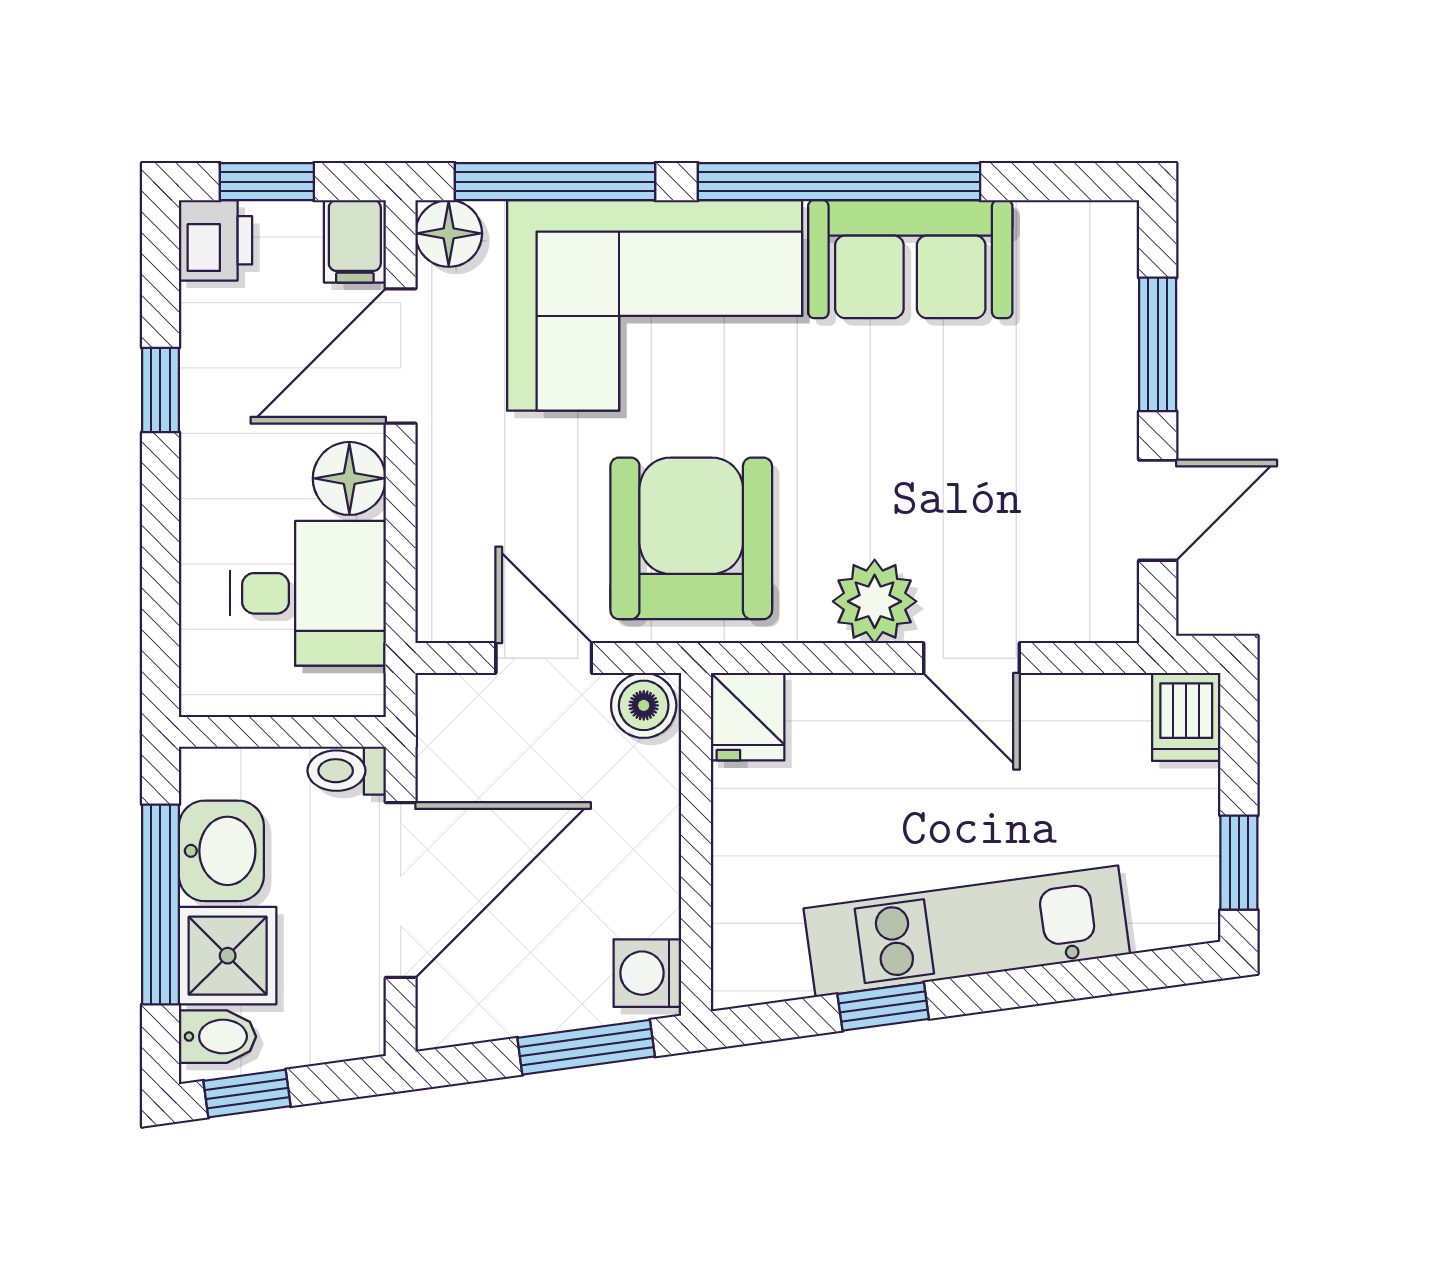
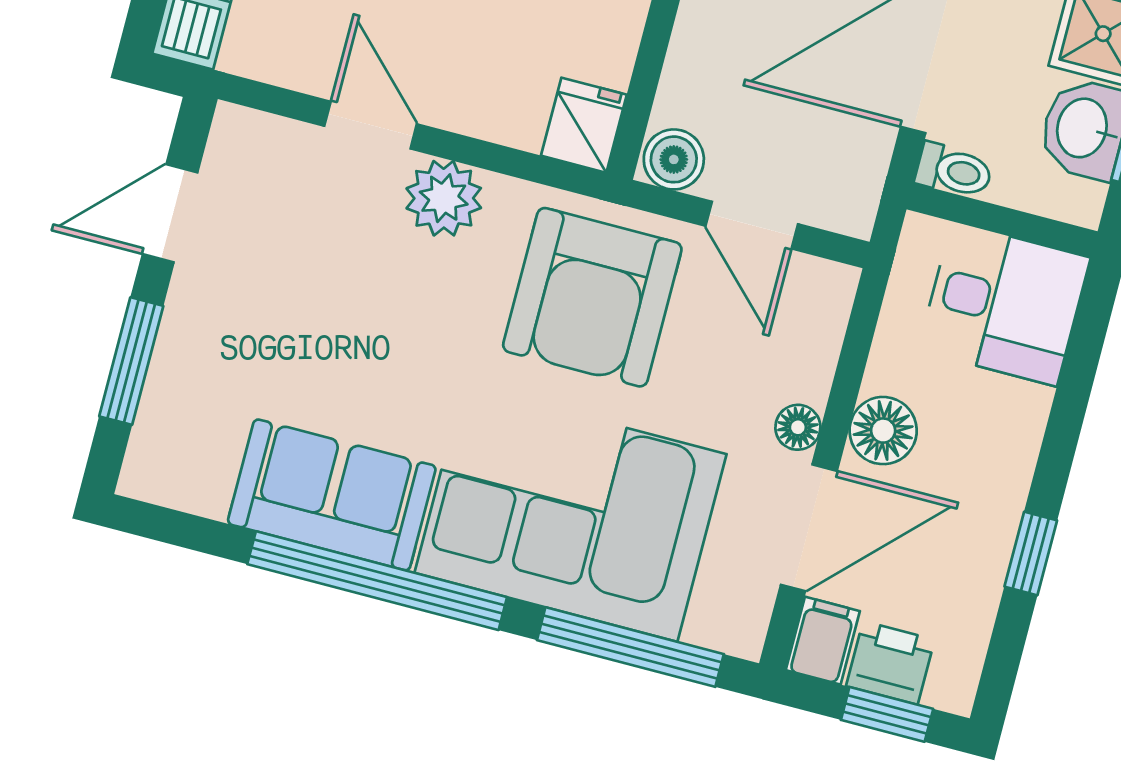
floor lamp: (449, 233) -> (798, 427), moved, width x0.73, depth x0.73
printer: (216, 240) -> (890, 663), moved, turned 90
desk: (308, 593) -> (1004, 304), moved, turned 180

